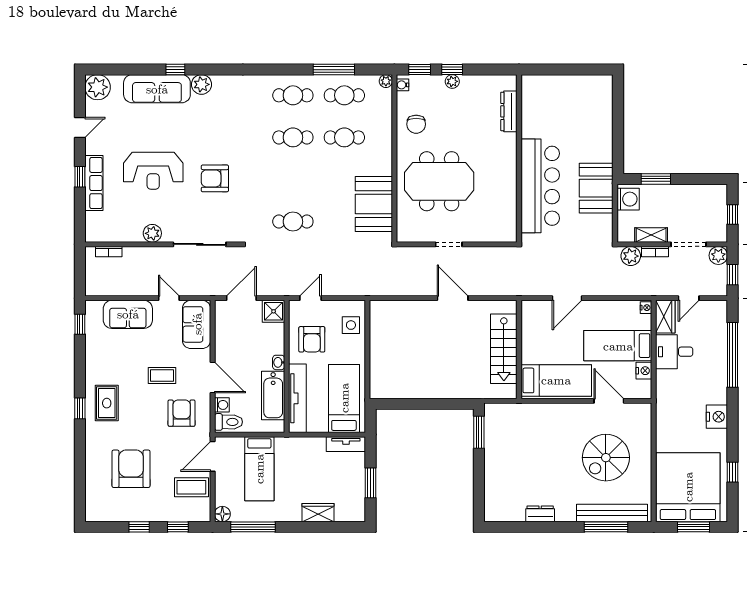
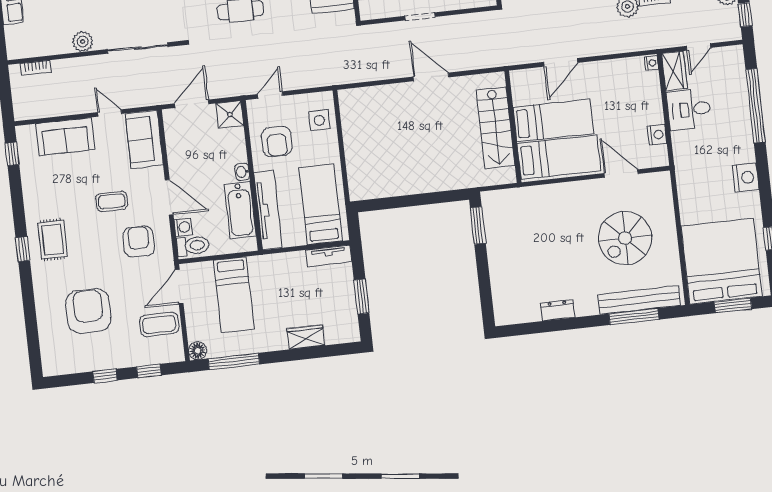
bed: (618, 346) -> (553, 120), moved, turned 180

